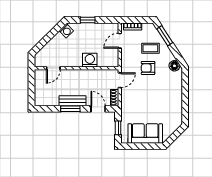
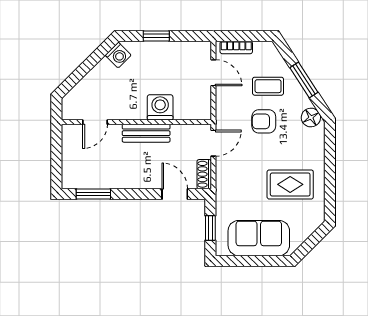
window: (165, 36) -> (304, 80), moved
door: (120, 41) -> (213, 73), swing flipped
bench: (72, 101) -> (146, 133), moved
rug: (163, 103) -> (290, 184), added
window: (70, 109) -> (93, 194), moved

